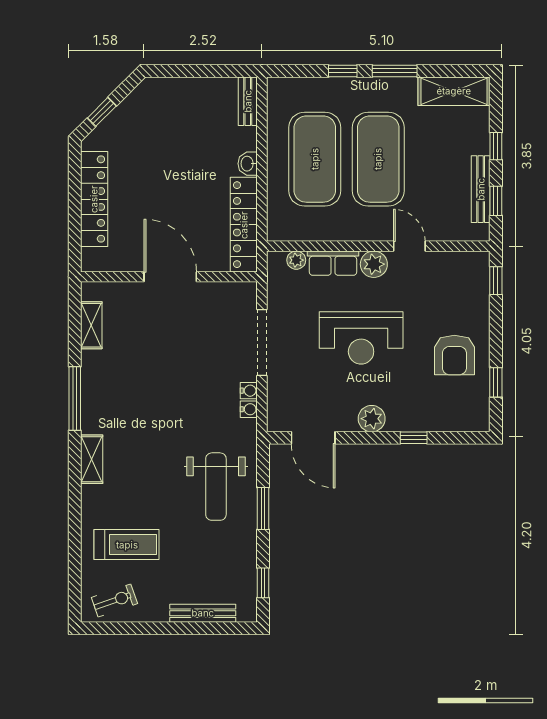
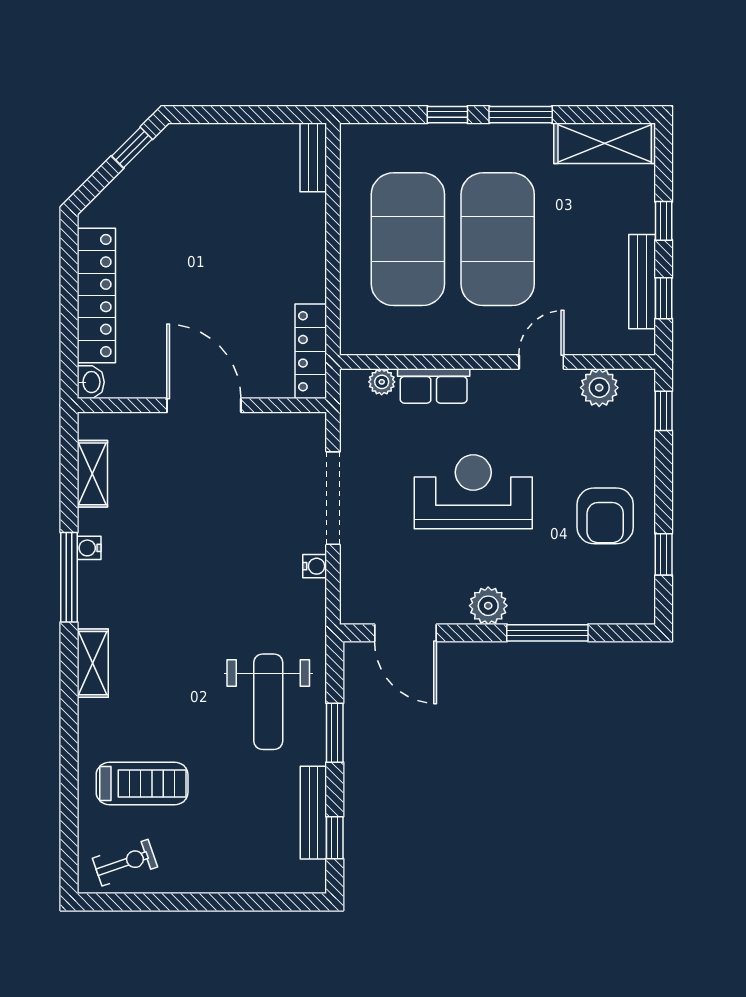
window: (102, 112) -> (132, 148), moved
washbasin: (248, 164) -> (91, 382), moved, turned 180
locker: (244, 225) -> (311, 351), width x0.71, depth x0.83
door: (409, 246) -> (541, 362), hinge flipped
plant: (374, 264) -> (599, 388), moved
reception desk: (361, 338) -> (473, 492), turned 180
water cooler: (249, 409) -> (89, 548), moved, turned 180
window: (414, 438) -> (547, 633), width x2.17
bench: (203, 613) -> (313, 813), moved, turned 90

